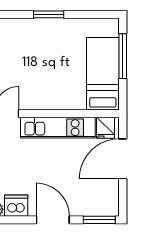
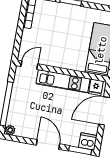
dishwasher: (16, 206) -> (88, 141), moved

